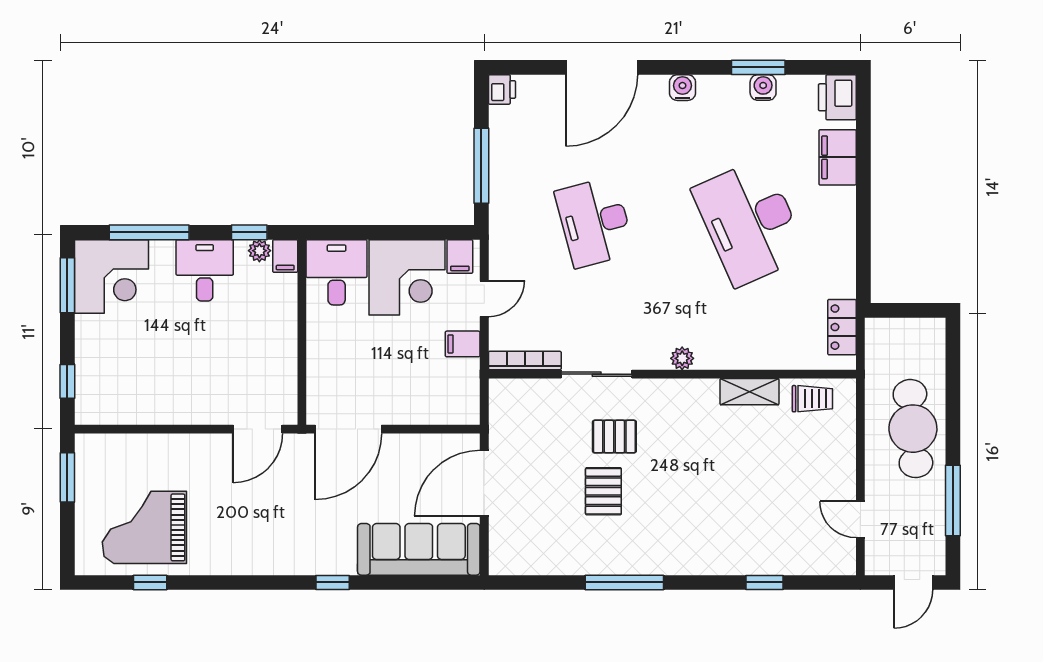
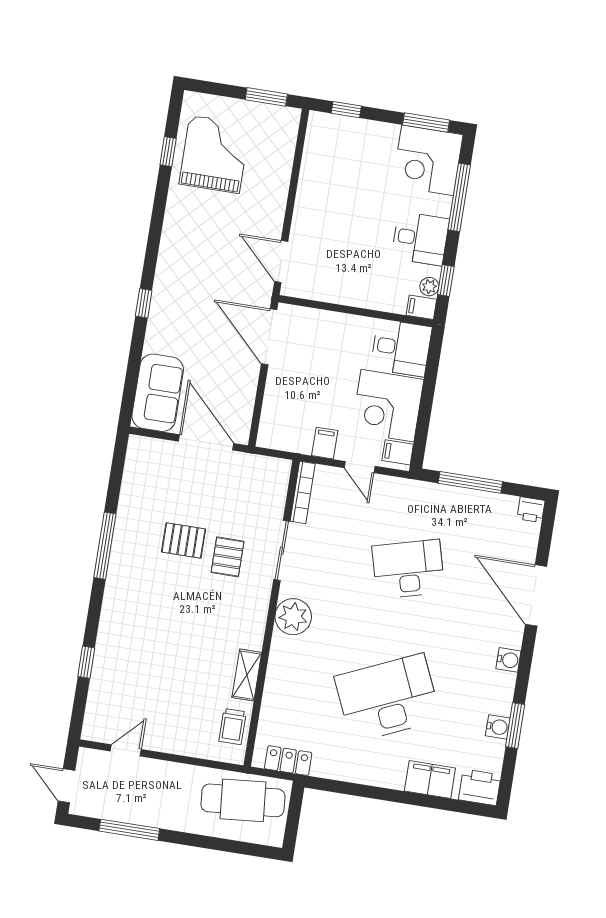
plant: (682, 358) -> (293, 617), width x1.87, depth x1.87
cafe table: (913, 429) -> (243, 800), moved
sofa: (419, 549) -> (158, 393), width x0.73

